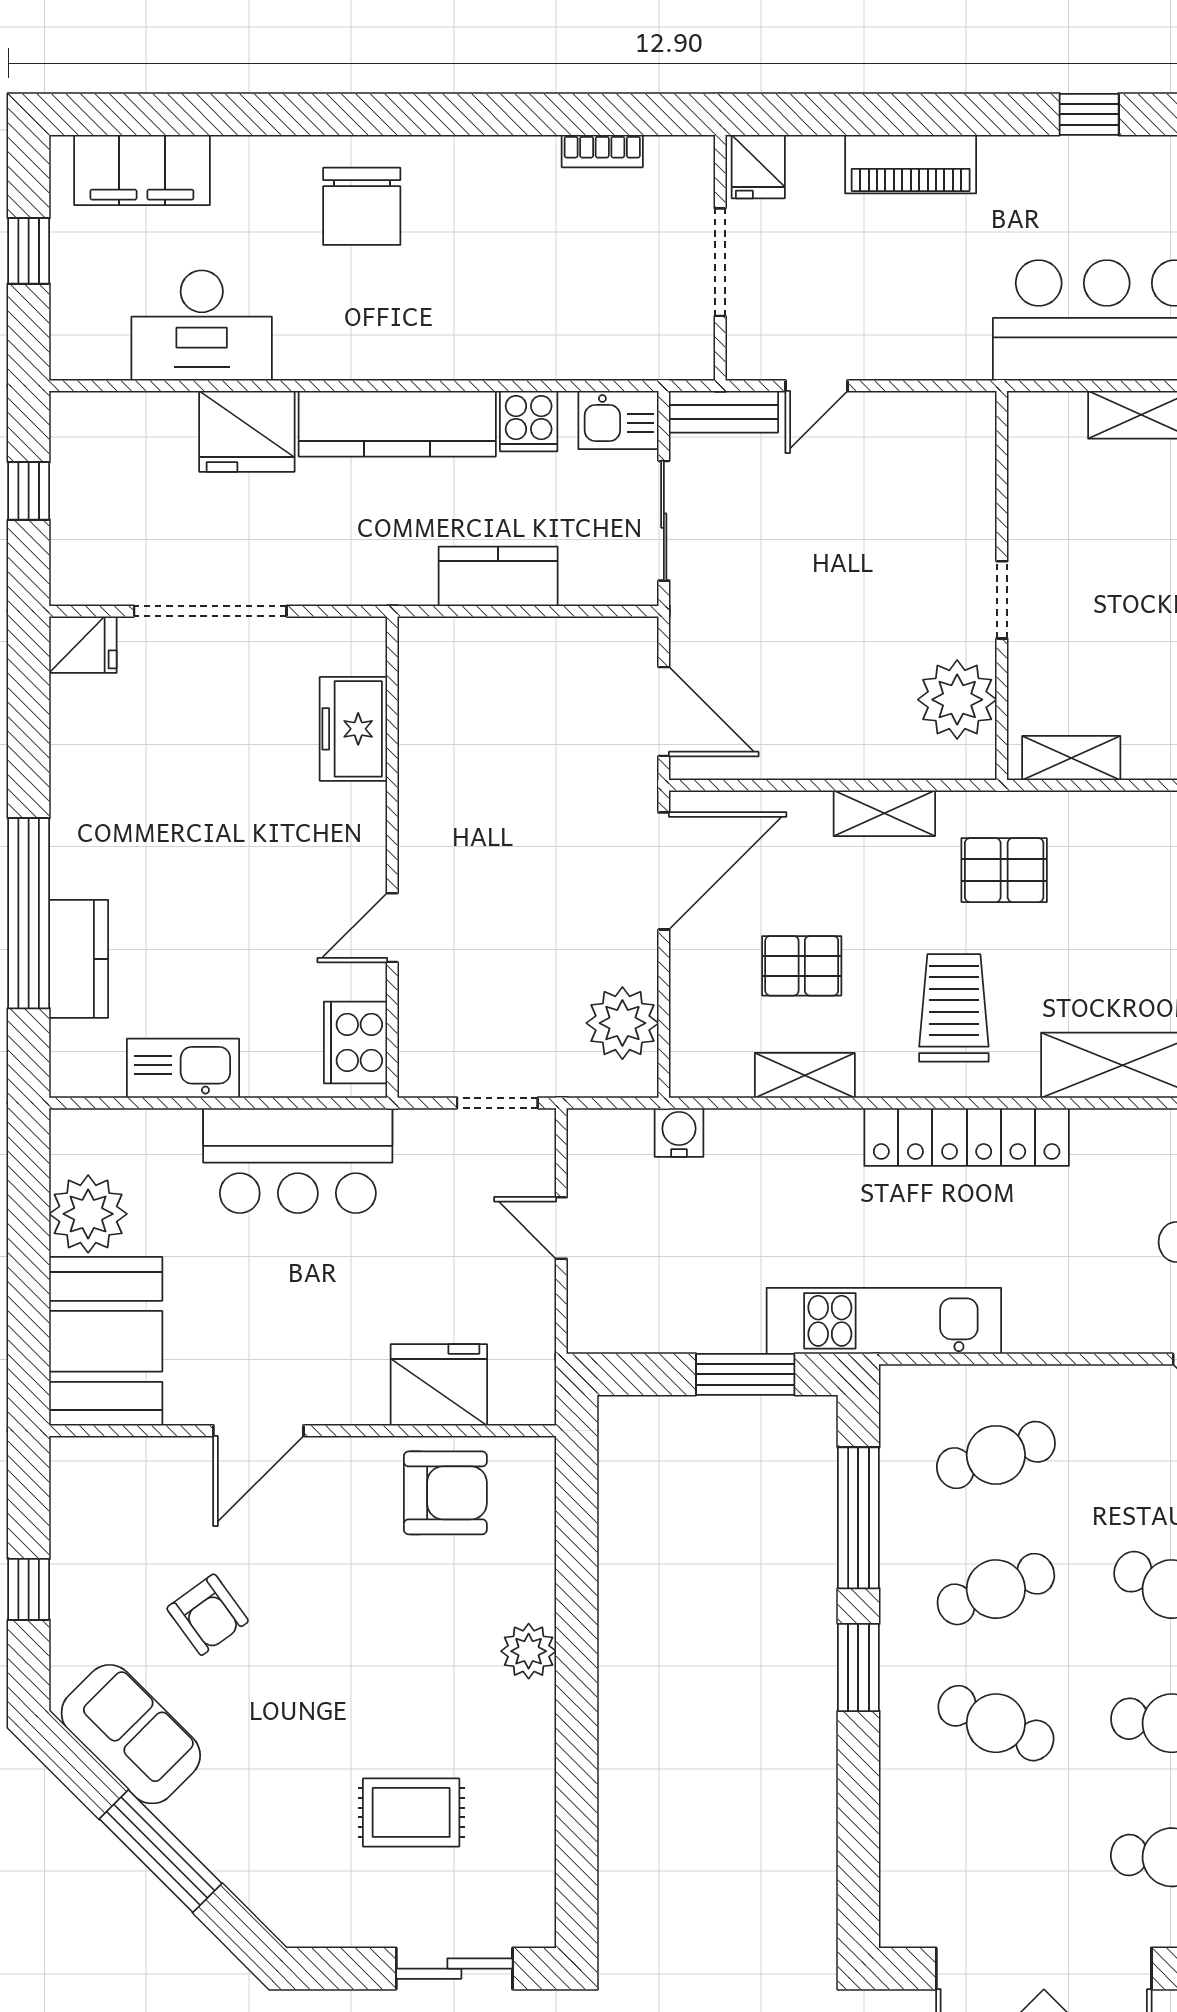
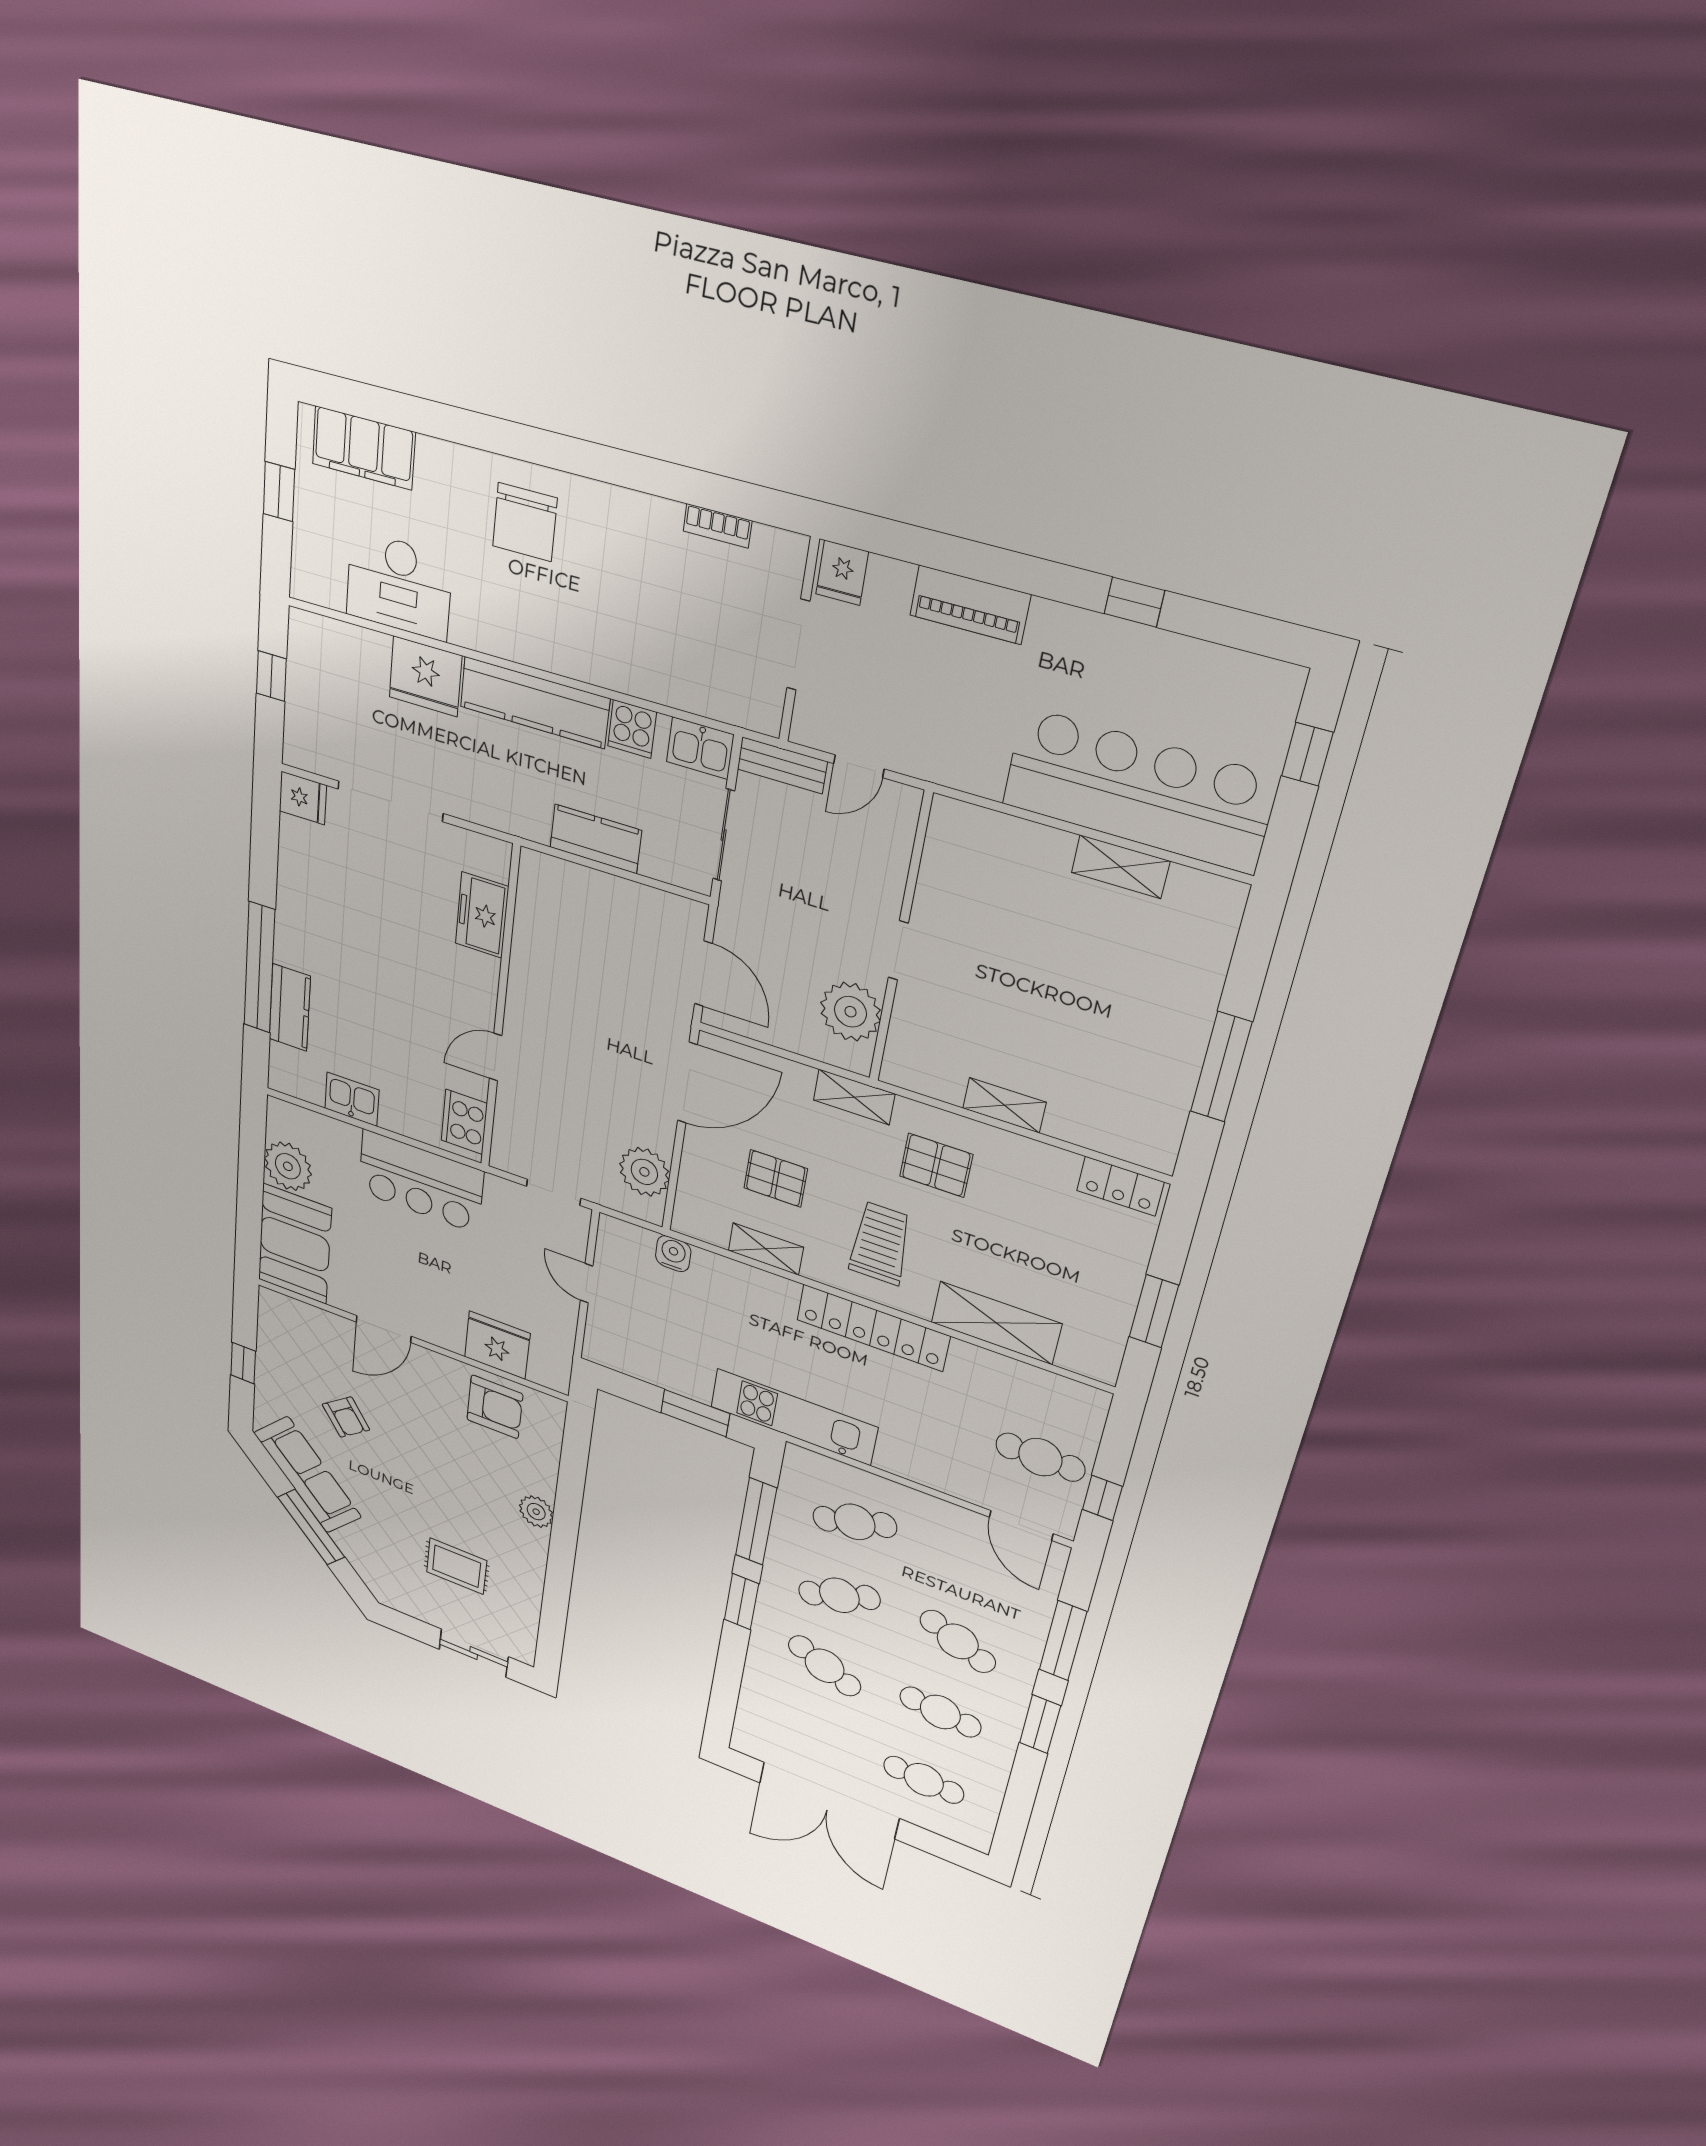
wall: (1002, 586) -> (900, 940), moved
doorway: (1002, 600) -> (898, 950), moved
plant: (957, 700) -> (850, 1012), moved
kitchen sink: (183, 1068) -> (352, 1099), width x0.73
sofa: (131, 1734) -> (308, 1475), width x1.36

